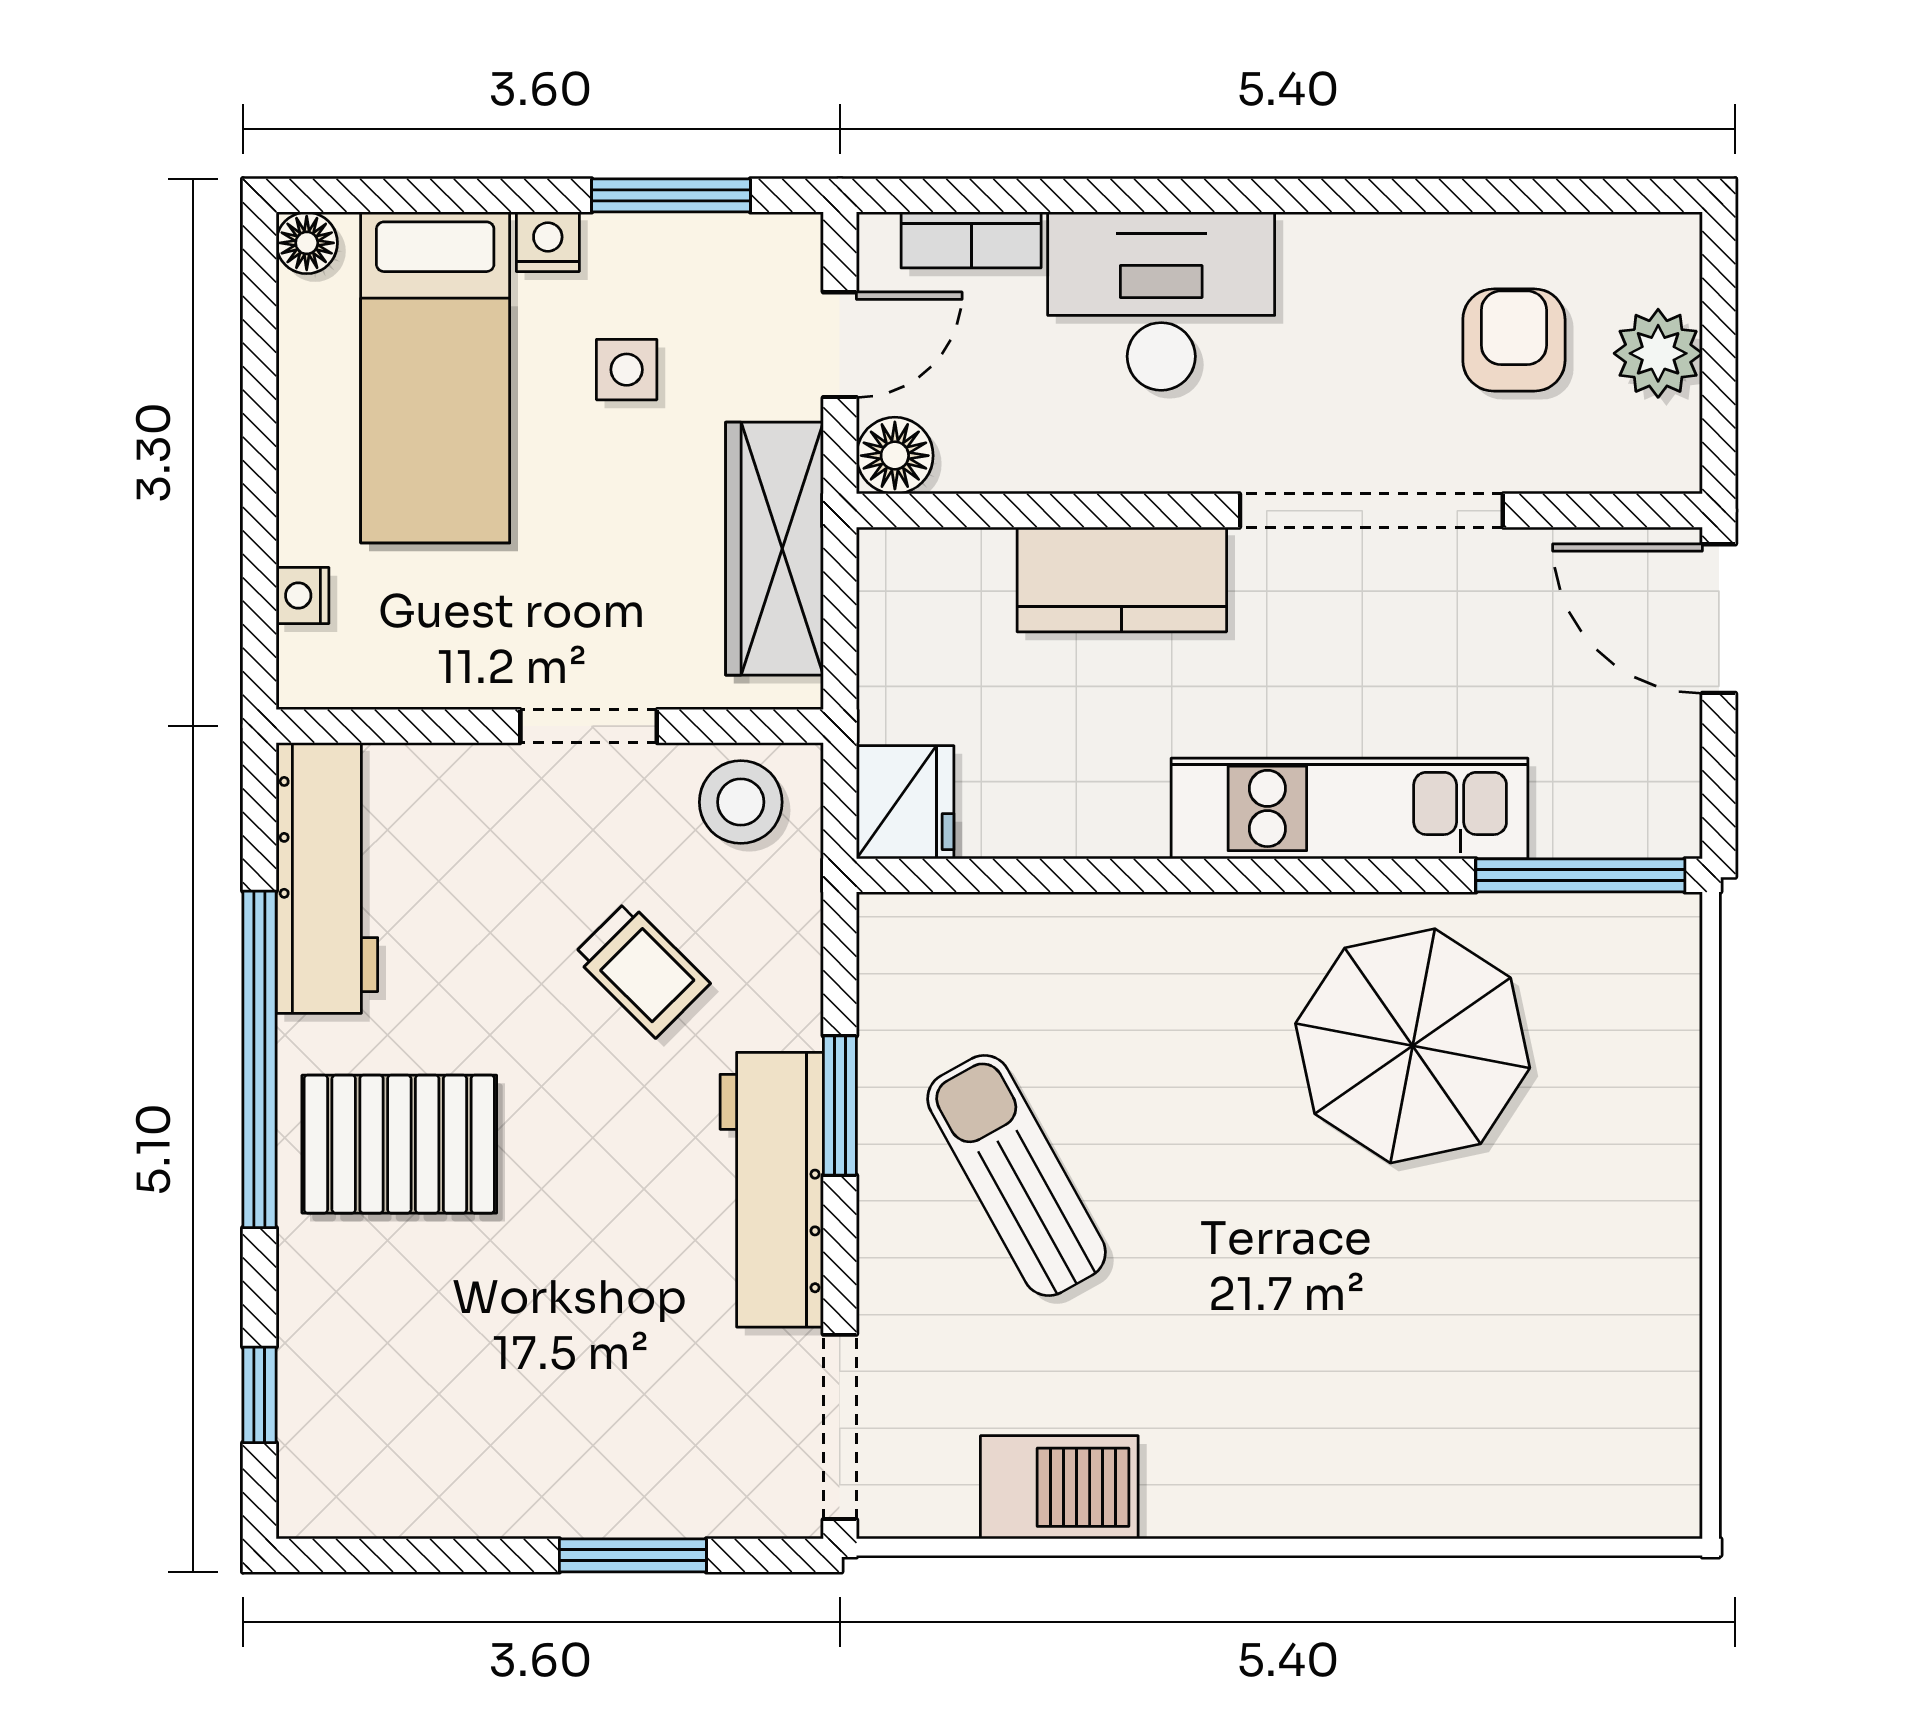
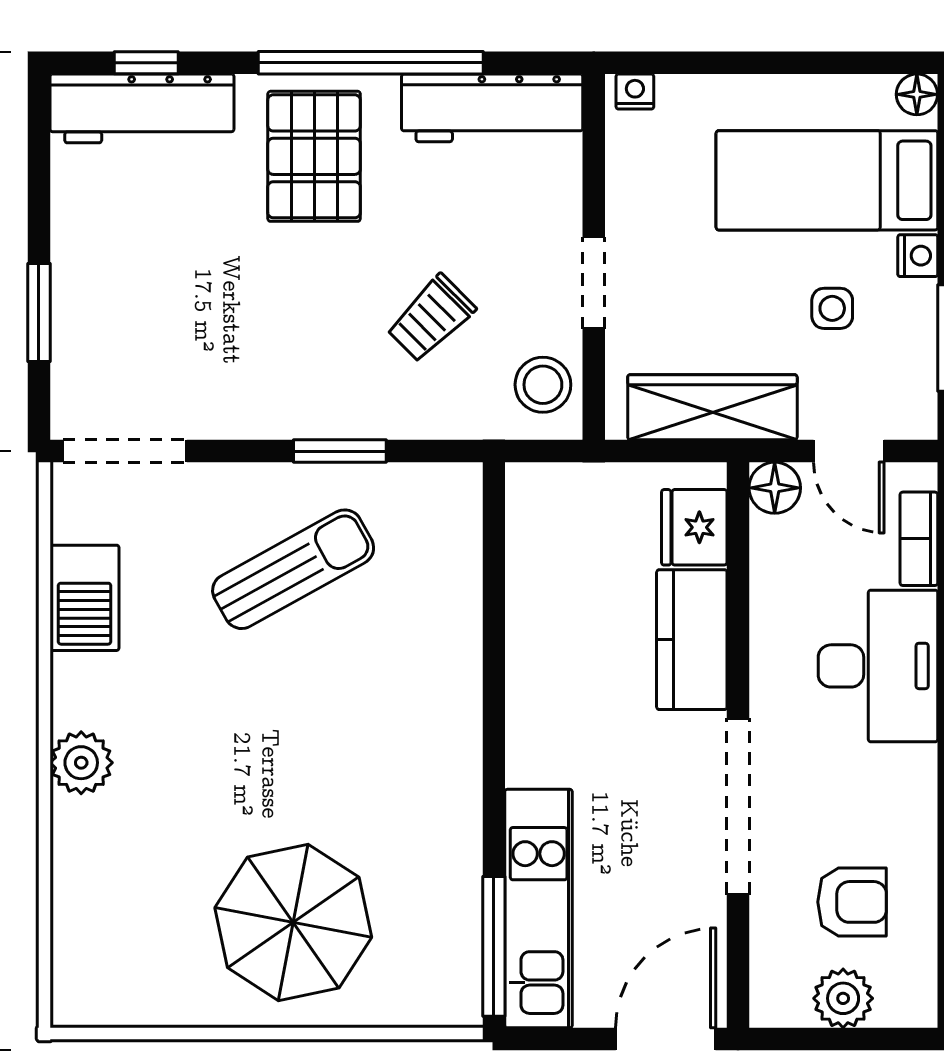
nightstand: (302, 596) -> (635, 92), moved
fridge: (905, 802) -> (694, 527), moved, turned 90
kitchen unit: (1349, 808) -> (539, 909), moved
parasol: (1413, 1046) -> (293, 922), moved
workbench: (772, 1190) -> (142, 108), moved, turned 180
plant: (1306, 1492) -> (81, 763), added

